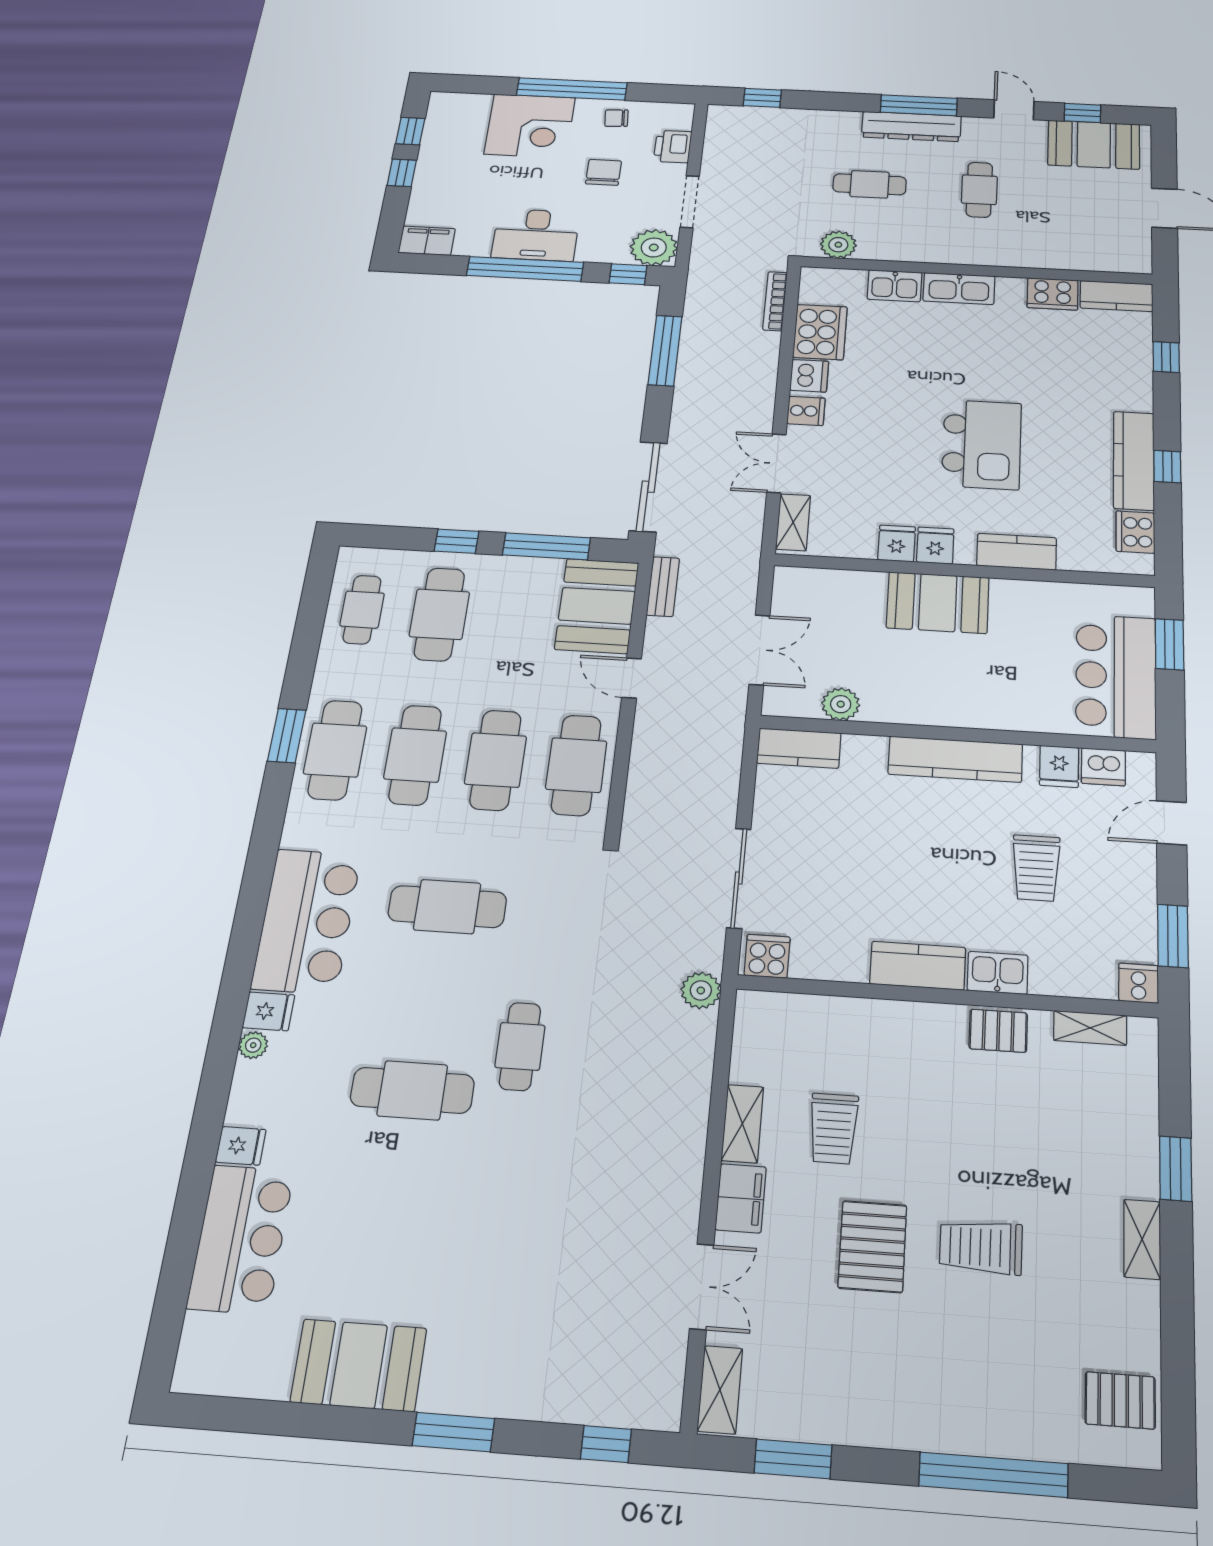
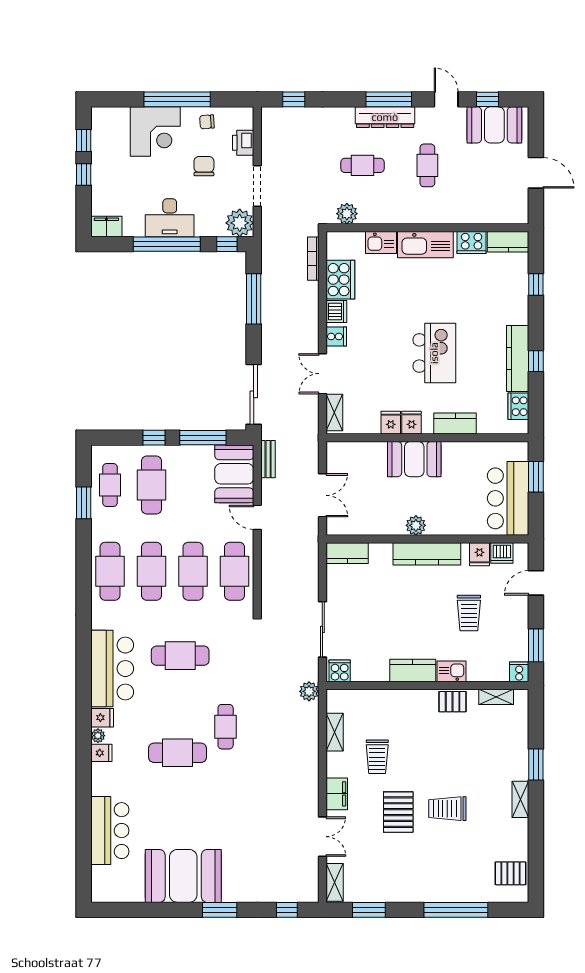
kitchen sink: (959, 289) -> (425, 245), width x1.36, depth x1.24
plant: (841, 704) -> (416, 525), moved
window: (287, 736) -> (84, 503), moved
shelving: (742, 1124) -> (335, 732), moved
fridge: (241, 1146) -> (101, 753), moved
booth: (359, 1365) -> (183, 876), width x1.36, depth x1.42

